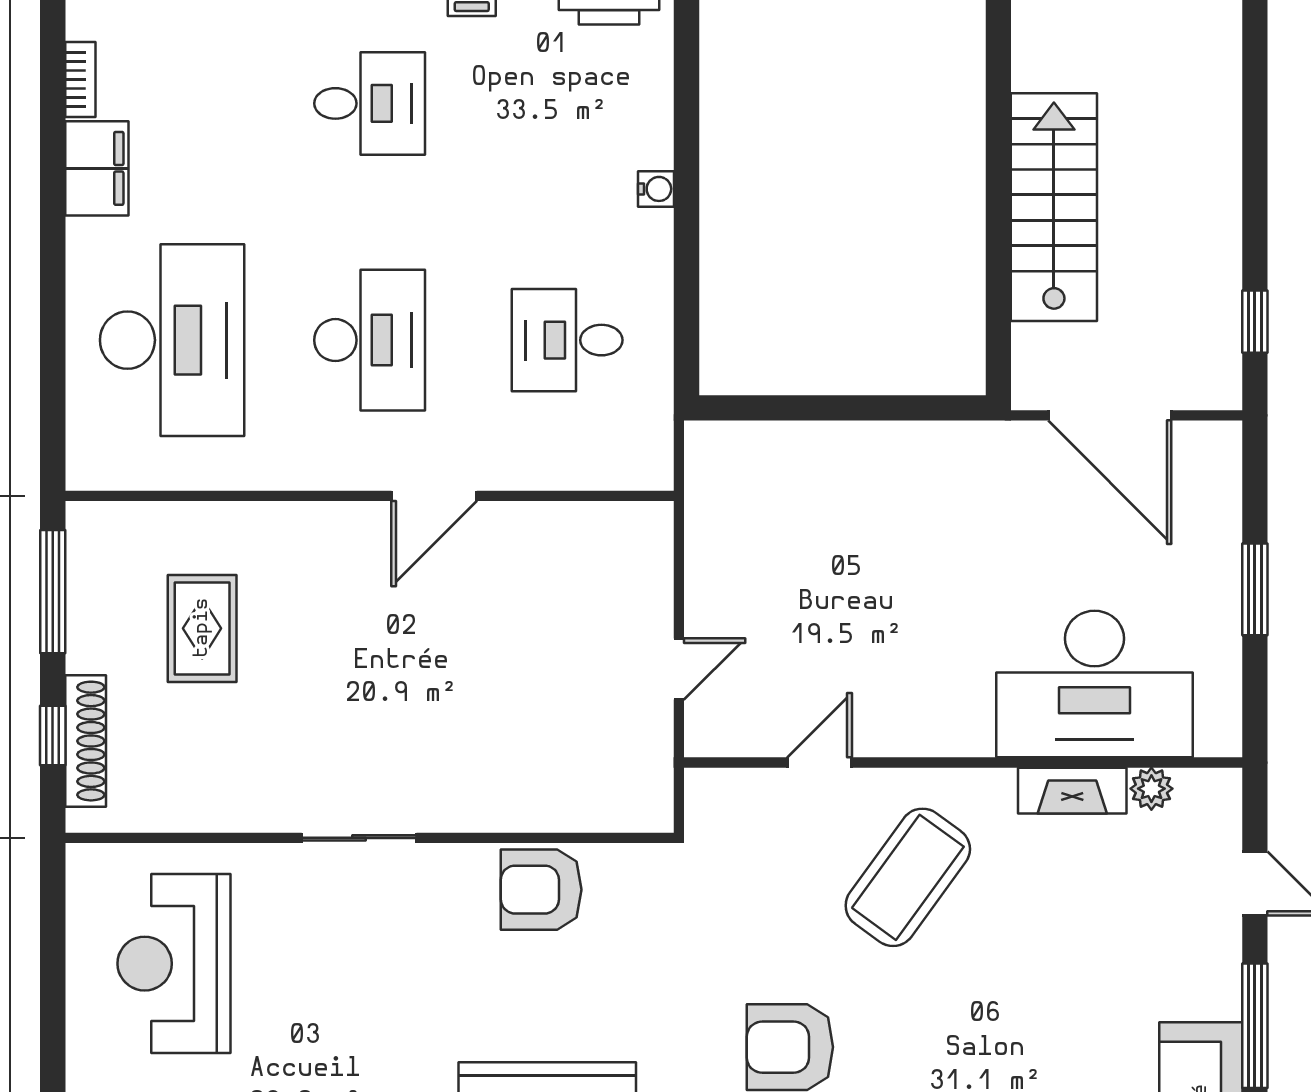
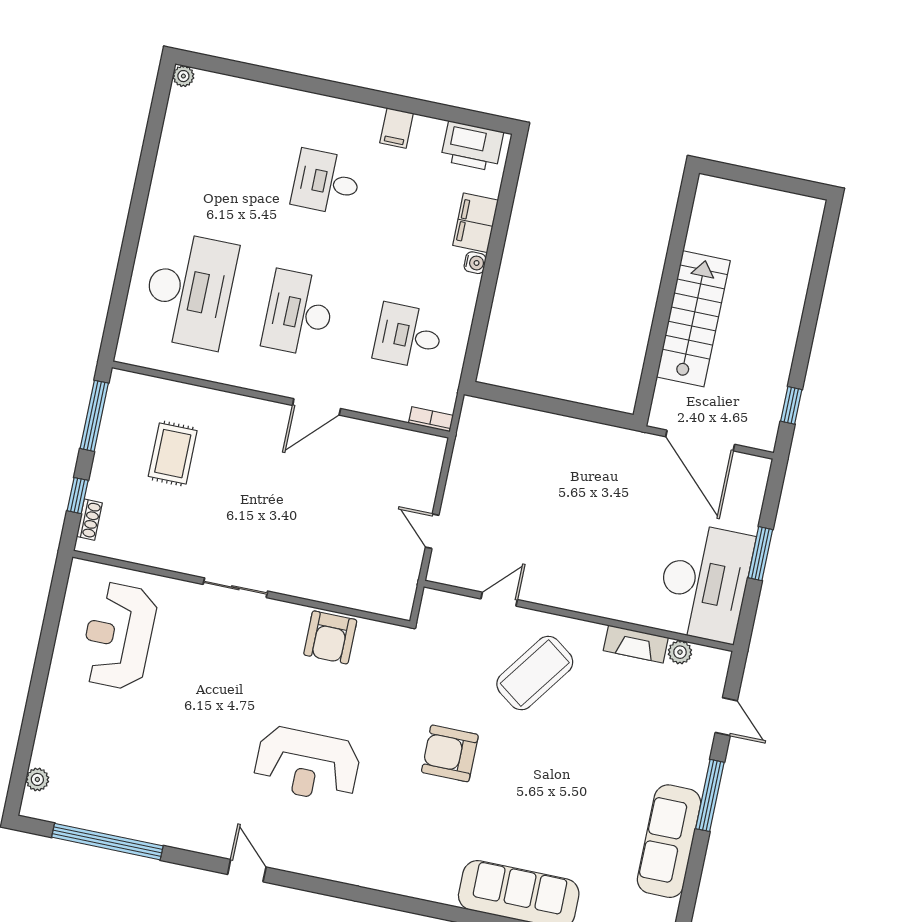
bookcase: (80, 79) -> (431, 419), moved, turned -90
desk: (370, 103) -> (326, 182), turned 180
filing cabinet: (97, 168) -> (475, 223), moved, turned 180
desk: (370, 340) -> (299, 313), turned 180
door: (679, 669) -> (432, 531), swing flipped
desk: (1094, 684) -> (705, 583), moved, turned -90
shoe rack: (86, 741) -> (89, 520), width x0.51, depth x0.81
armchair: (541, 890) -> (330, 637), turned -90

